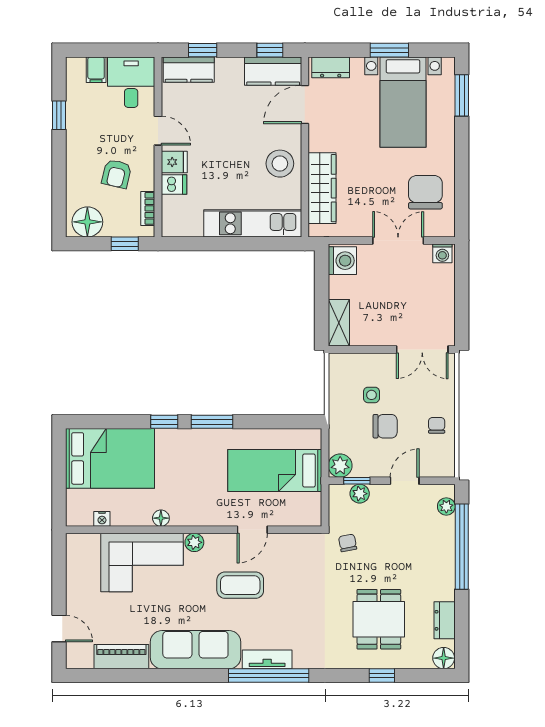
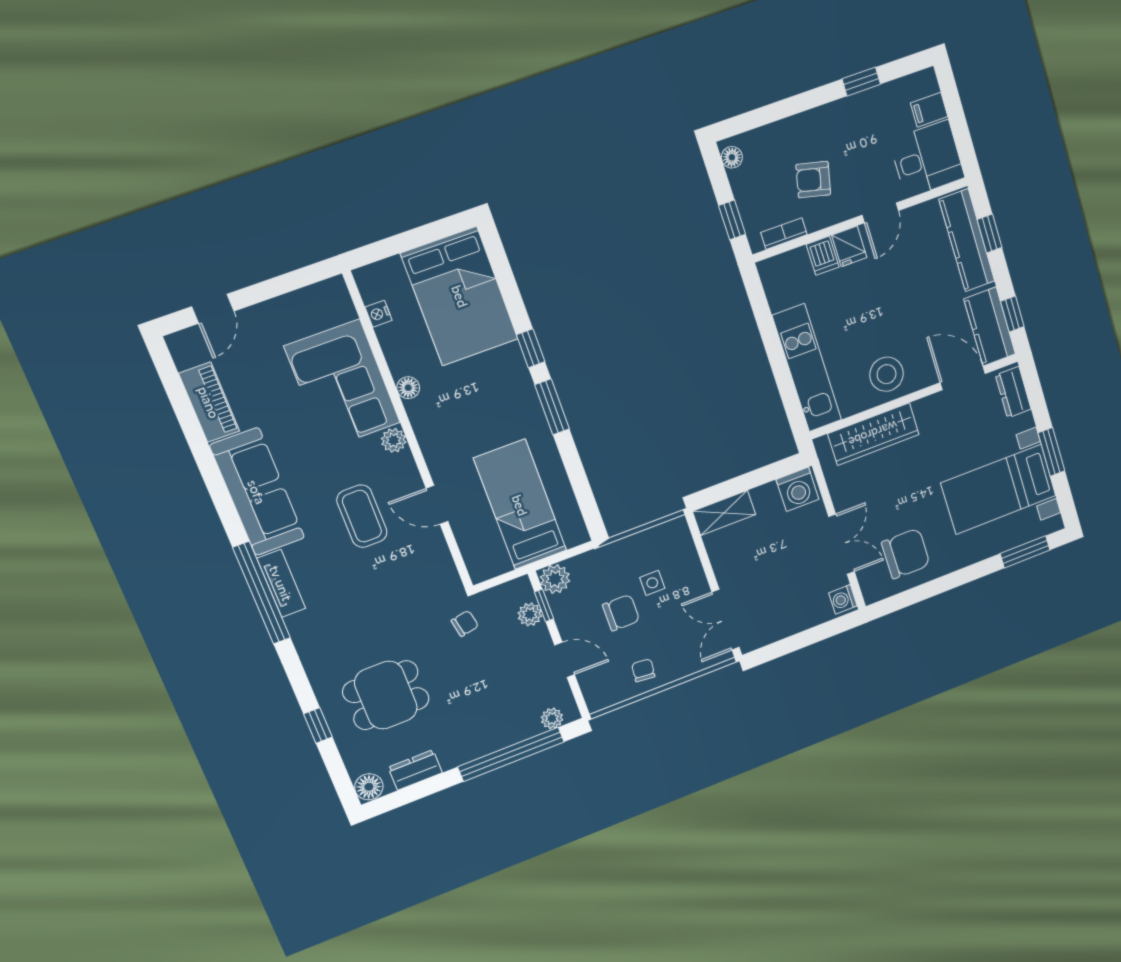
kitchen counter: (189, 70) -> (967, 240), width x1.50
floor lamp: (87, 222) -> (732, 157), width x0.53, depth x0.53
chair: (437, 425) -> (643, 670), turned -84
chair: (385, 426) -> (621, 613), turned -90

